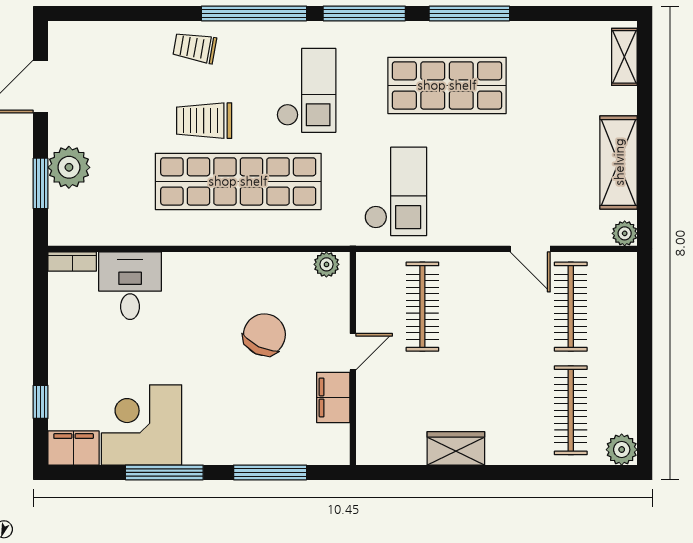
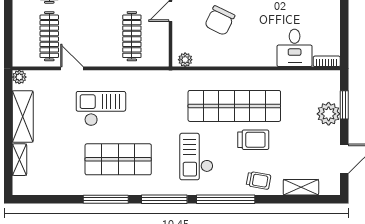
shelving: (119, 35) -> (301, 187), added
shelving: (624, 57) -> (19, 160), moved
checkout: (396, 191) -> (101, 109), moved, turned 90

